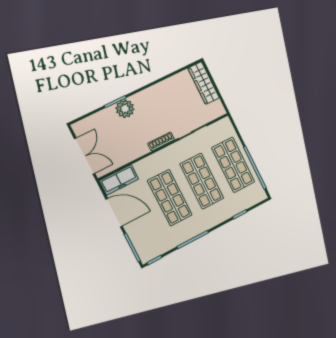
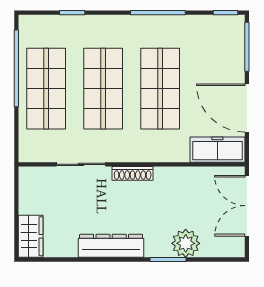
wardrobe: (204, 83) -> (31, 236), width x0.67
dresser: (152, 94) -> (111, 246), added
plant: (125, 109) -> (186, 243), moved

